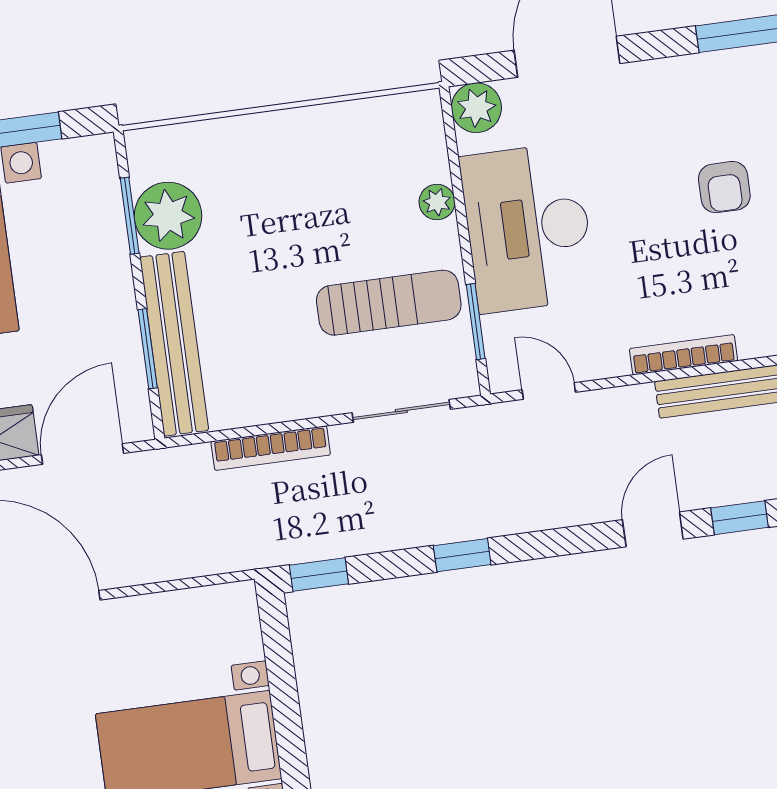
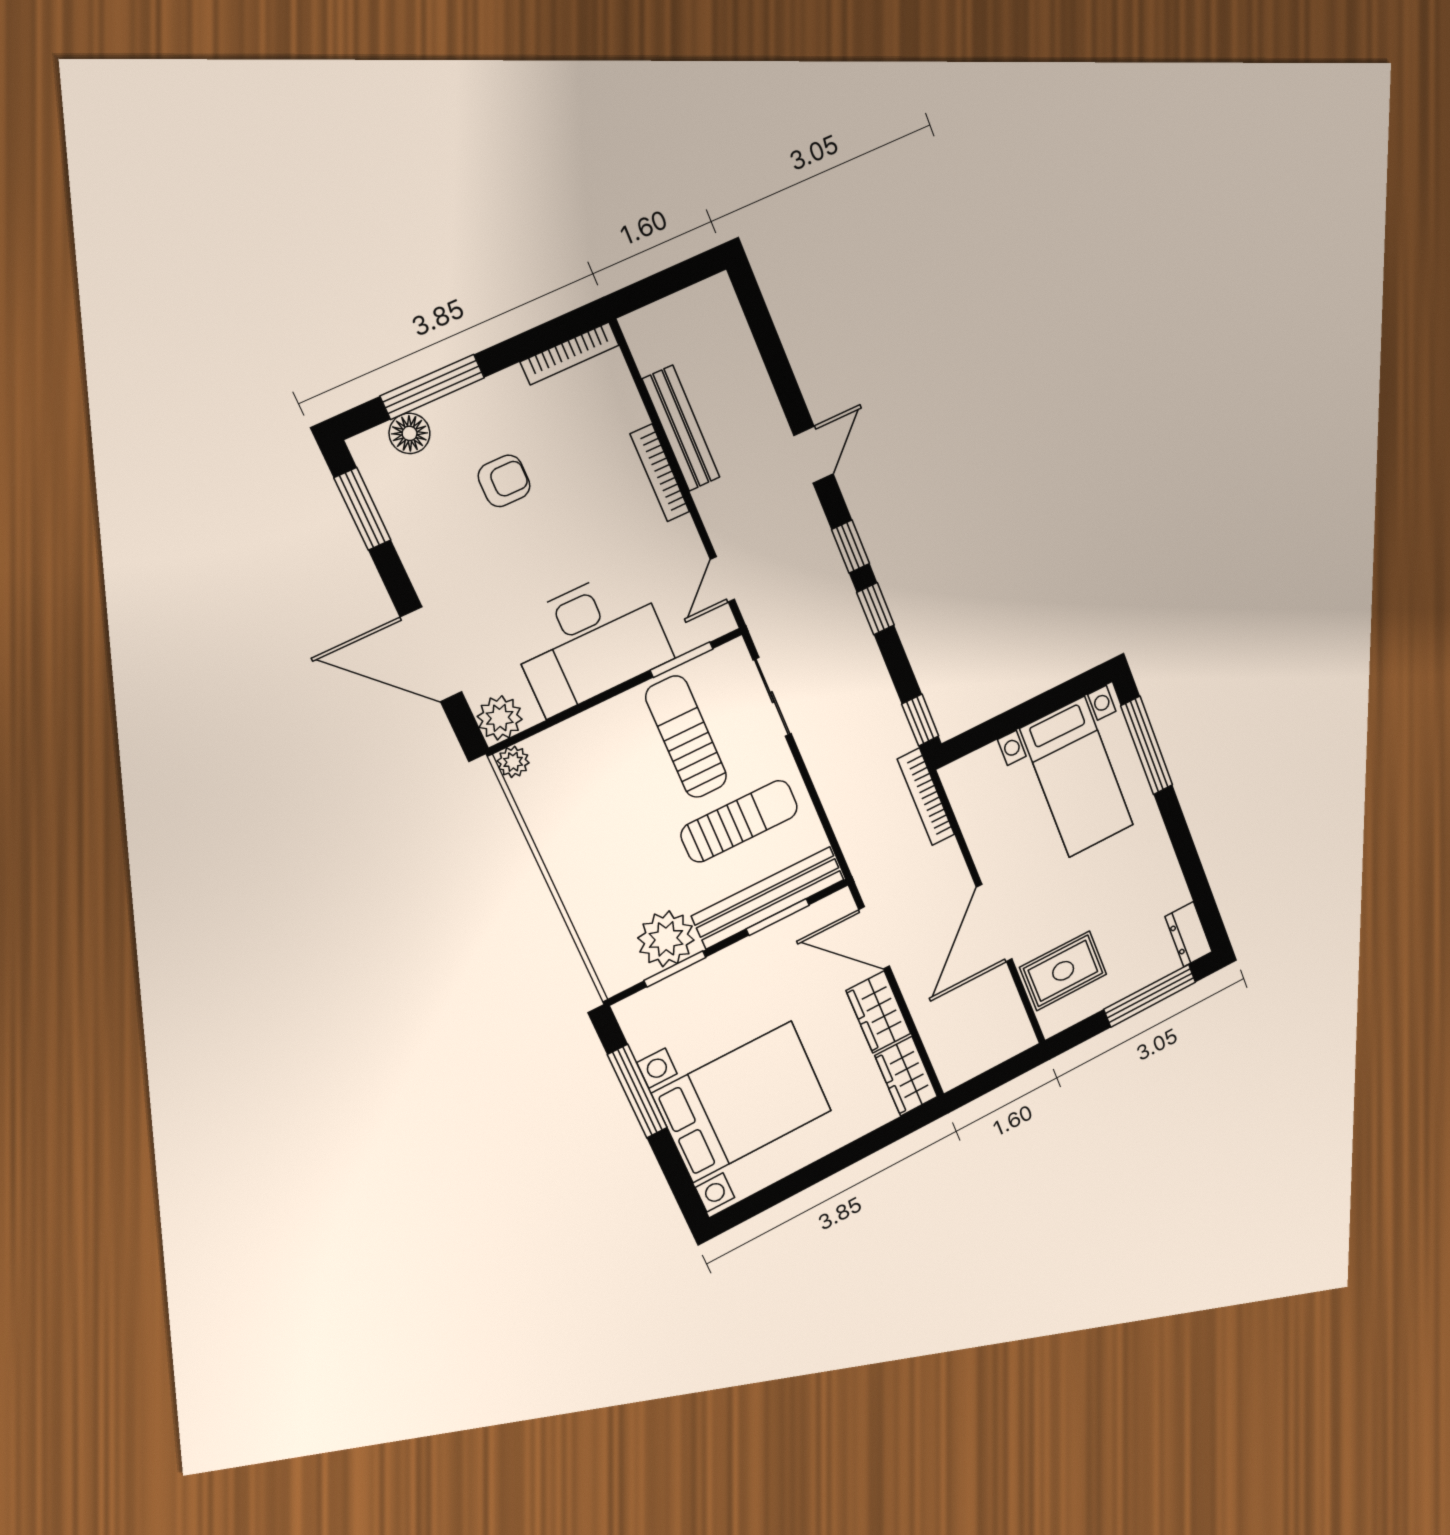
plant: (437, 202) -> (513, 762), moved
sun lounger: (274, 335) -> (739, 821), added
bookcase: (271, 448) -> (926, 797), moved, turned 180
window: (740, 518) -> (851, 547), moved
door: (653, 529) -> (814, 455), swing flipped

